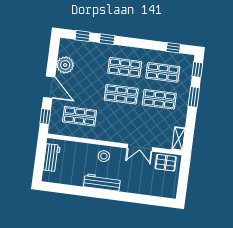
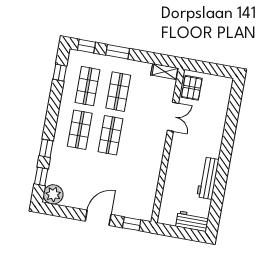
plant: (65, 65) -> (53, 194), moved
shop shelf: (80, 116) -> (133, 184), removed
stool: (104, 156) -> (181, 159), removed
workbench: (52, 158) -> (192, 221), moved
workbench: (102, 182) -> (208, 178), moved

